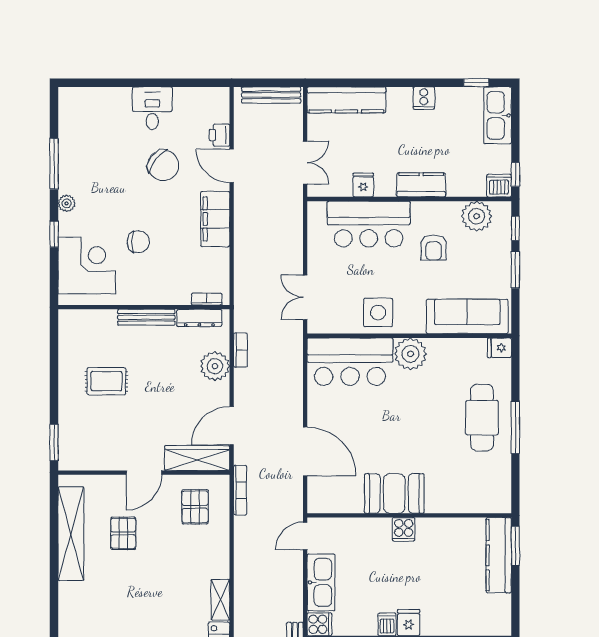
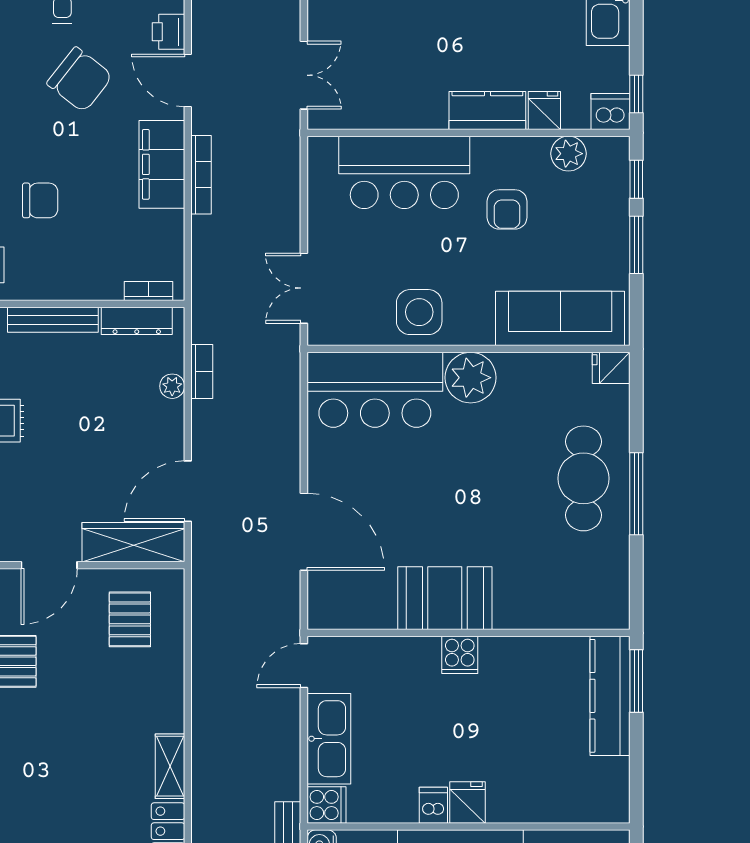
fridge: (363, 185) -> (544, 111), moved
plant: (477, 216) -> (568, 154), width x0.73, depth x0.73
plant: (215, 366) -> (172, 386), width x0.53, depth x0.53
bookcase: (240, 490) -> (201, 175), moved

